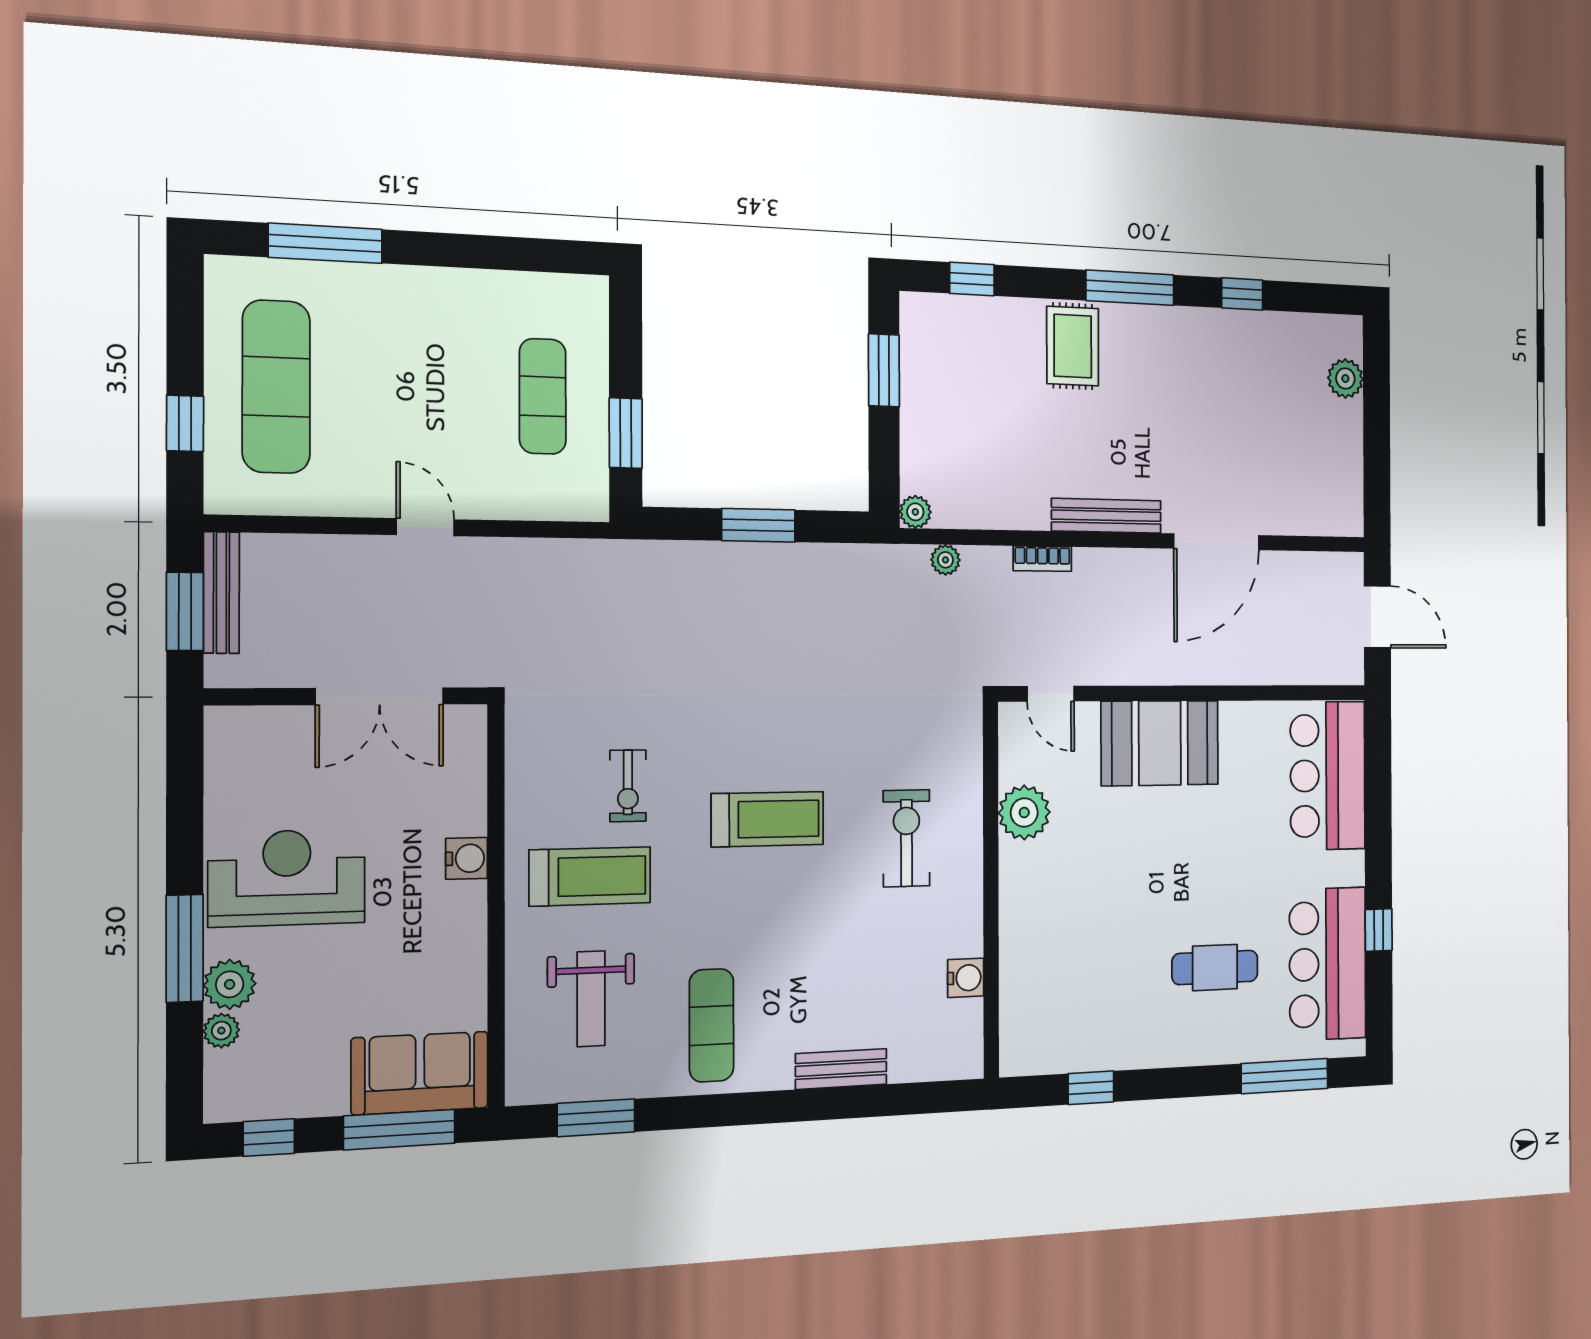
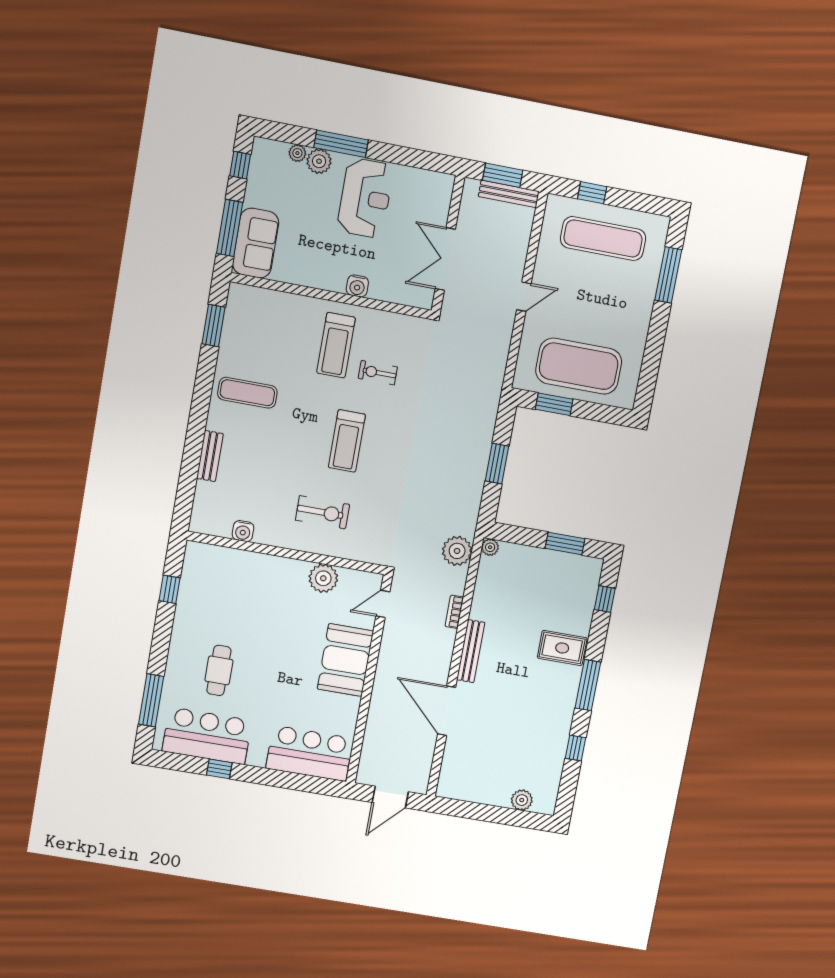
exercise mat: (543, 396) -> (579, 366), width x2.00, depth x1.45
plant: (945, 560) -> (457, 551), width x1.88, depth x1.88
weight bench: (591, 999) -> (274, 334), removed

